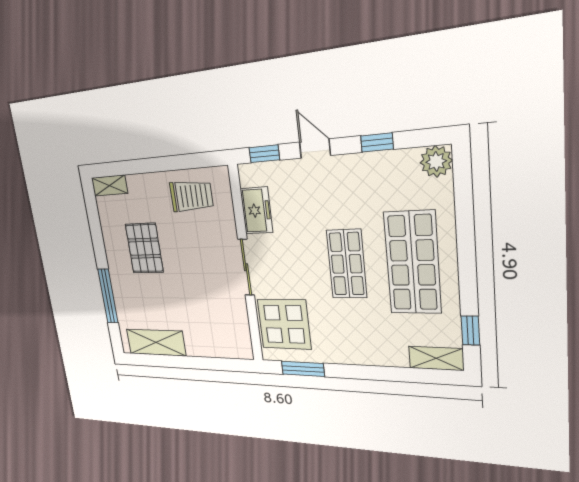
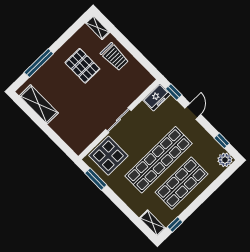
window: (377, 143) -> (222, 141), moved
trolley: (191, 196) -> (115, 57), moved
freezer: (256, 211) -> (157, 97), moved
pallet: (144, 248) -> (82, 66), turned 90
shop shelf: (347, 264) -> (159, 160), width x2.00, depth x1.36

